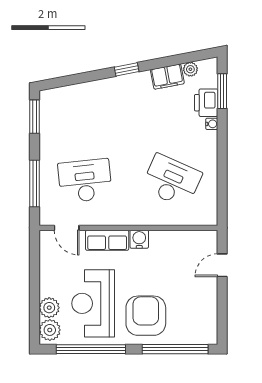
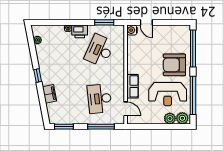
filing cabinet: (167, 77) -> (49, 94), moved
window: (222, 91) -> (104, 22), moved
printer: (206, 103) -> (80, 31), moved
door: (67, 228) -> (126, 109), hinge flipped
water cooler: (139, 239) -> (132, 30), moved

